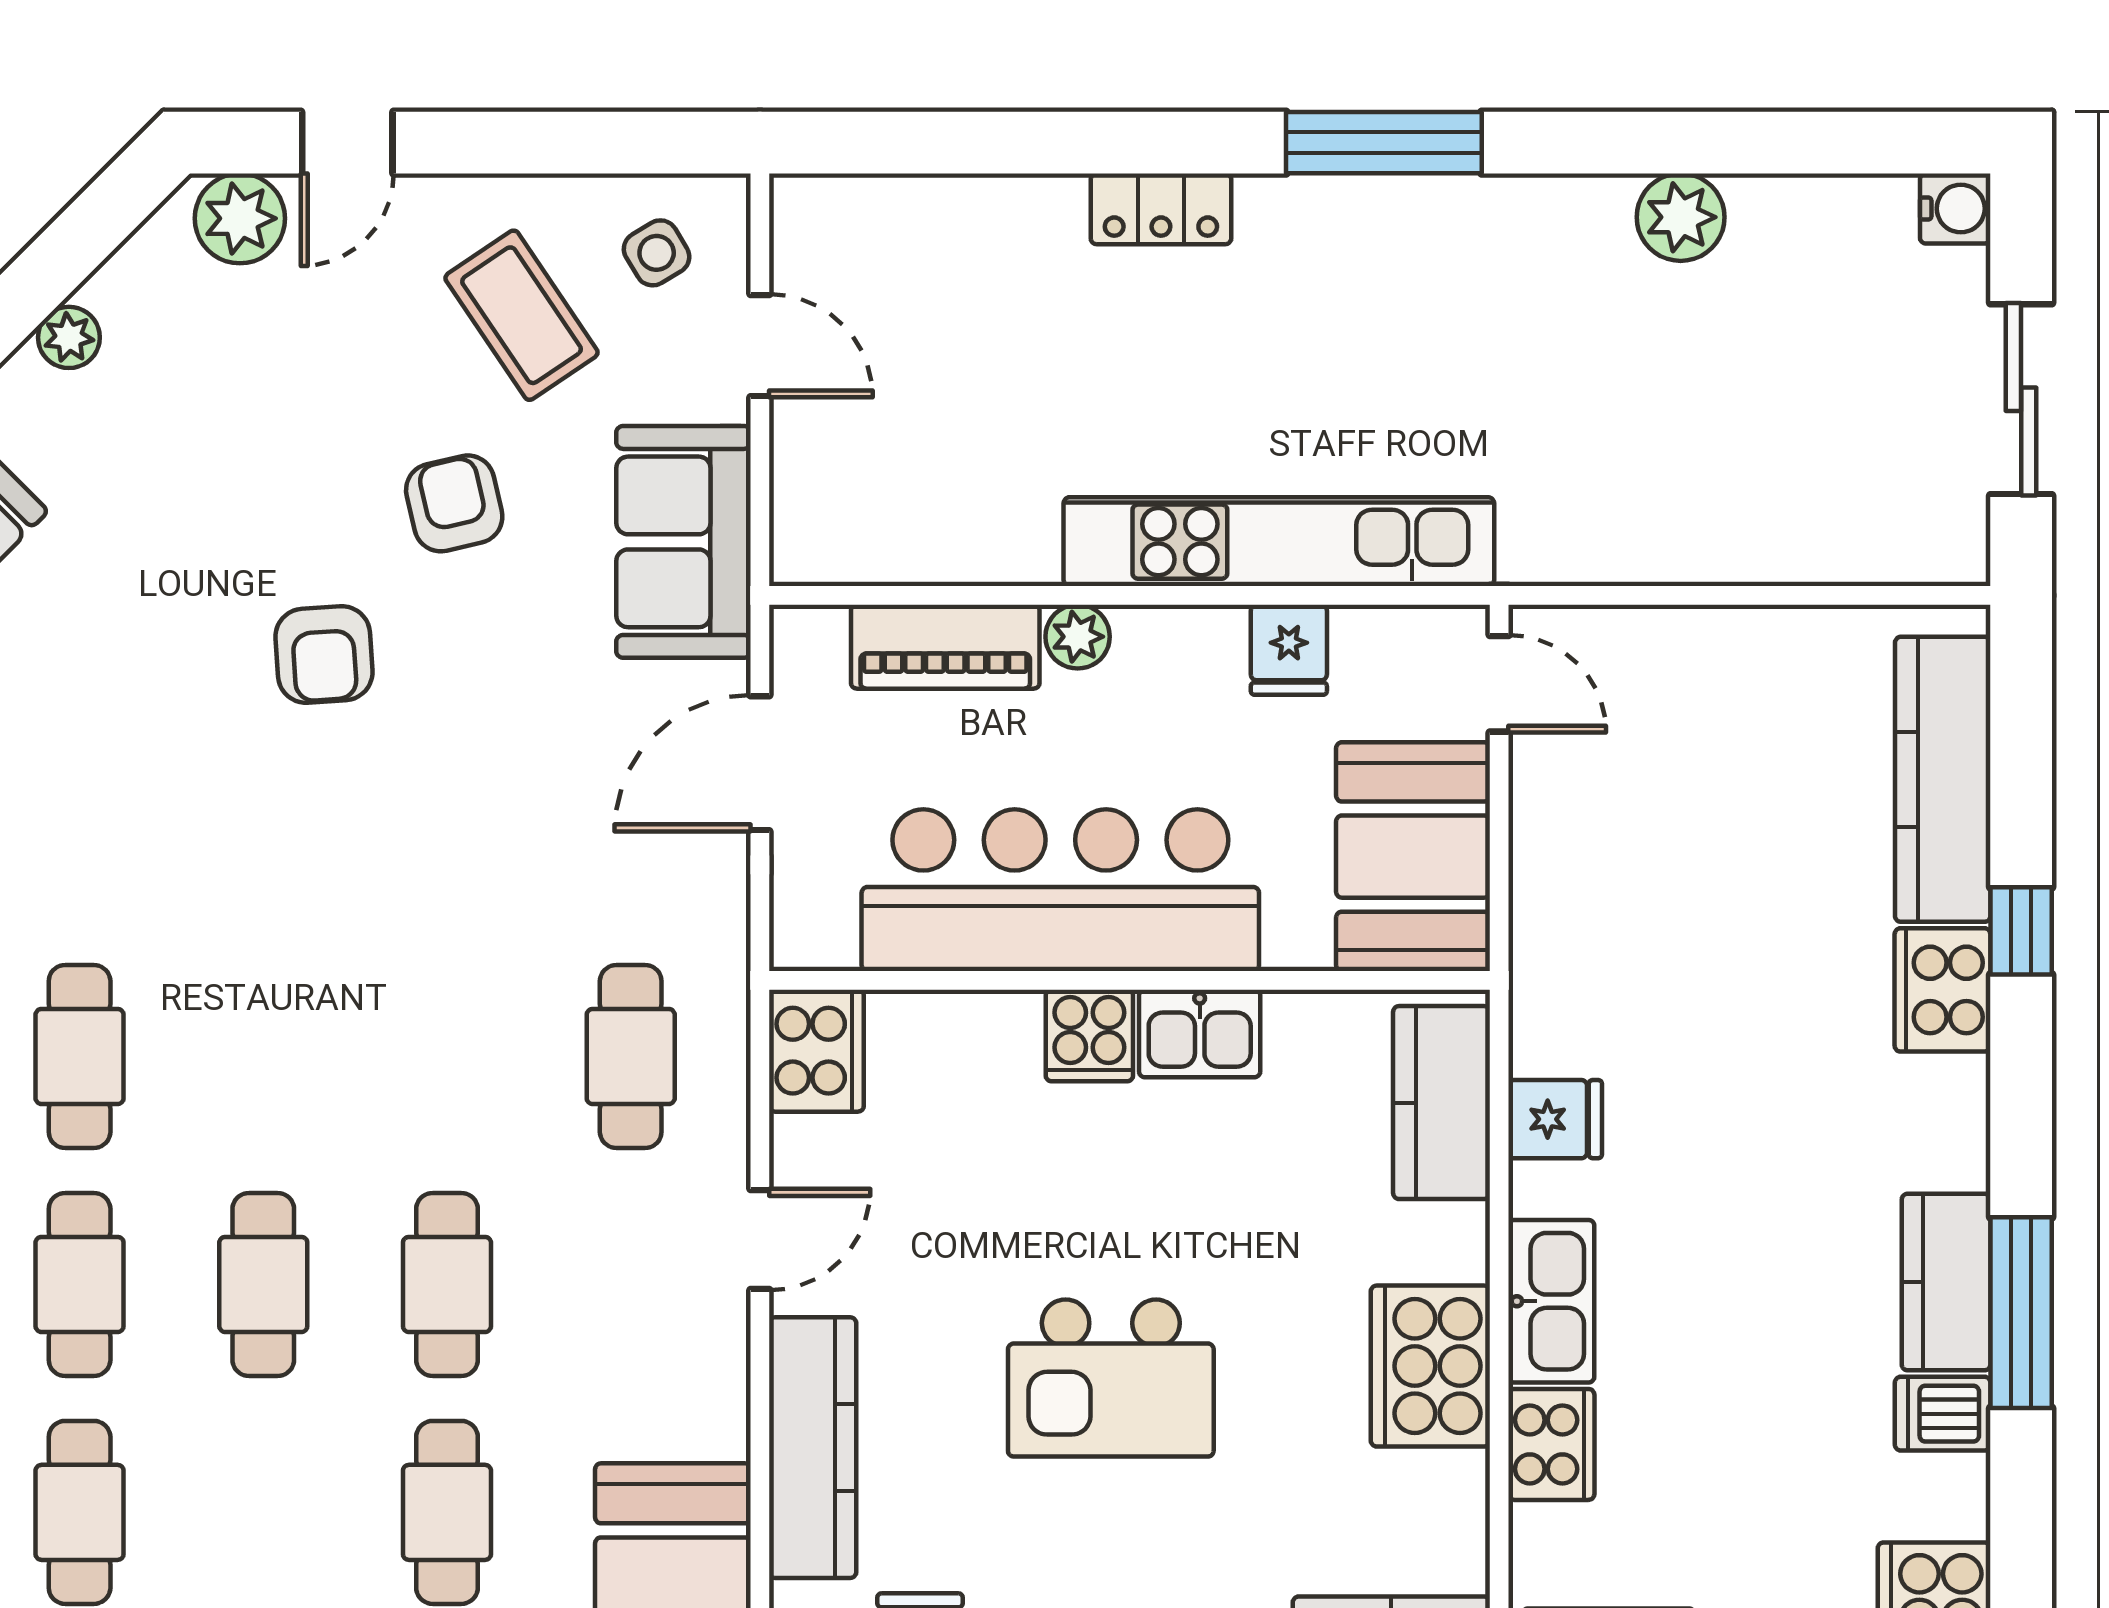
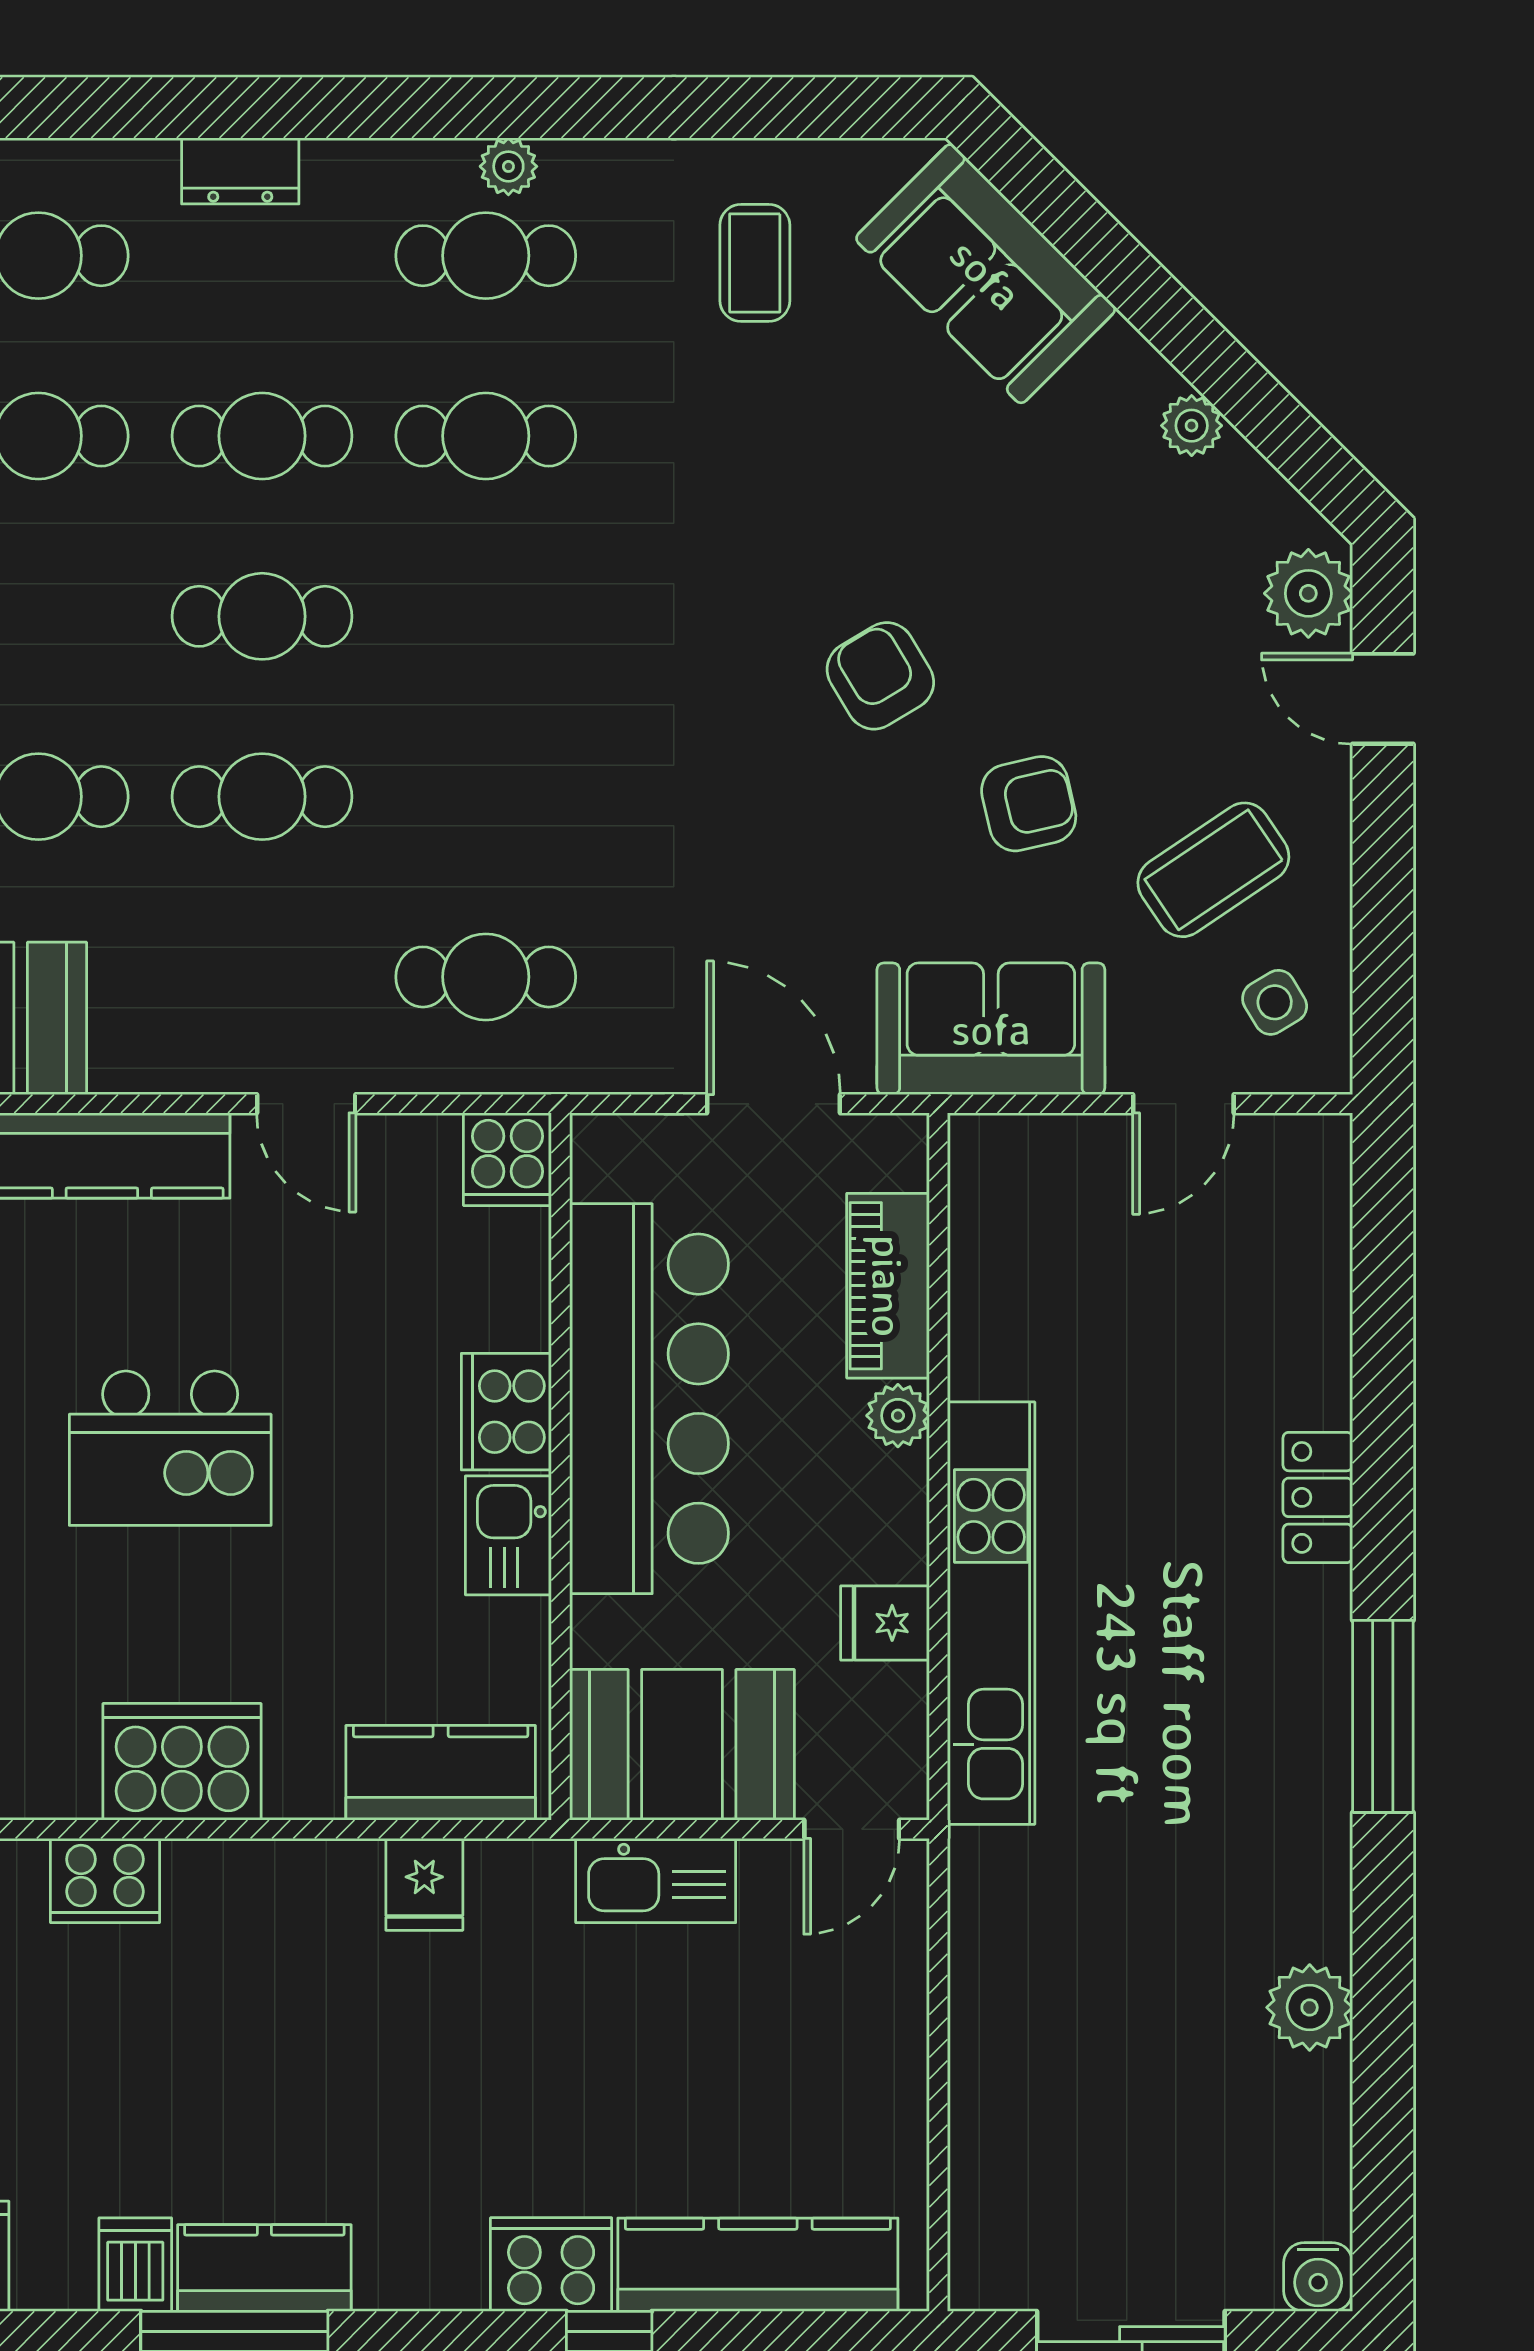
armchair: (324, 655) -> (880, 676), turned 63
cooker: (1089, 1035) -> (506, 1412), width x1.36
cooker: (816, 1051) -> (507, 1159), width x0.73
kitchen sink: (1551, 1301) -> (656, 1880), moved
kitchen island: (1111, 1378) -> (170, 1448), turned -90

